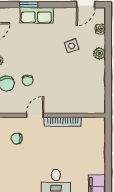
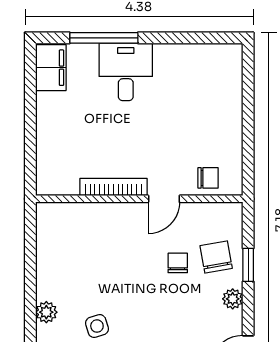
chair: (17, 139) -> (208, 178), moved

